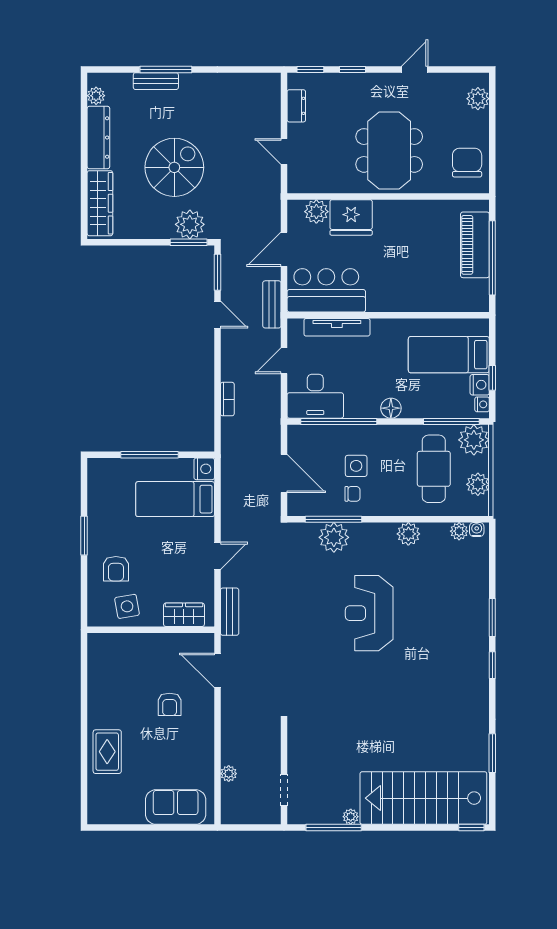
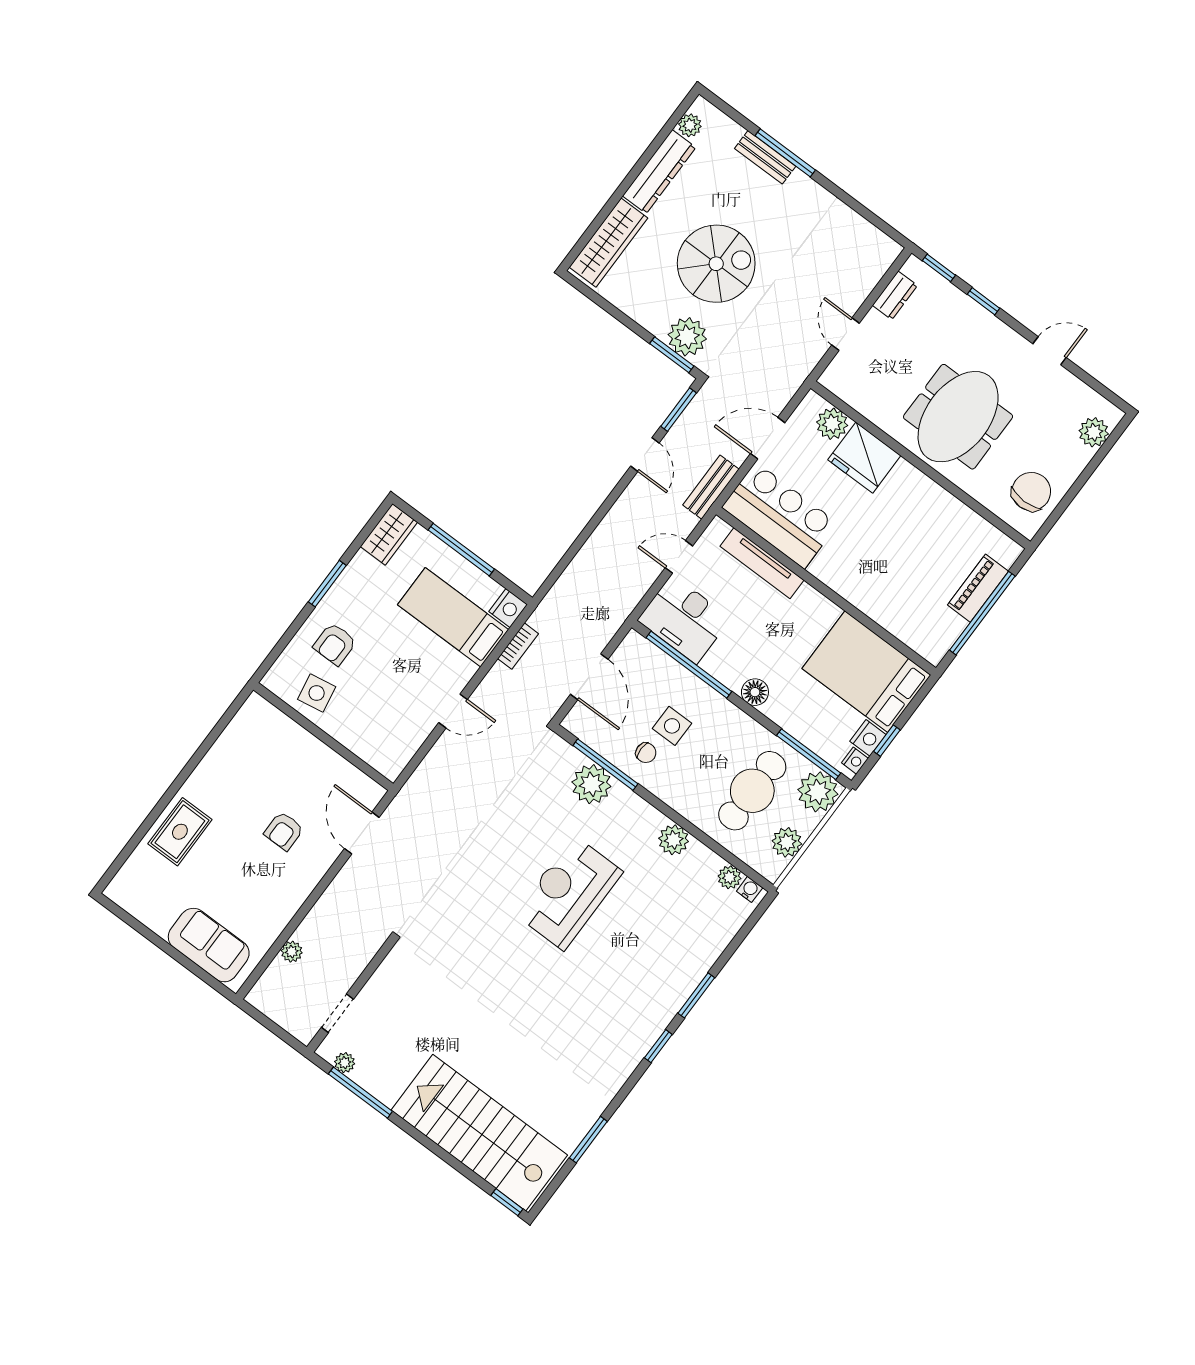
piano: (475, 245) -> (978, 588), width x0.73, depth x0.75
bed: (449, 355) -> (866, 672), width x1.50
bookcase: (227, 399) -> (518, 646), moved
bench: (230, 612) -> (421, 780), removed
wardrobe: (184, 615) -> (389, 534), moved, turned 90
plant: (351, 817) -> (345, 1063), moved

